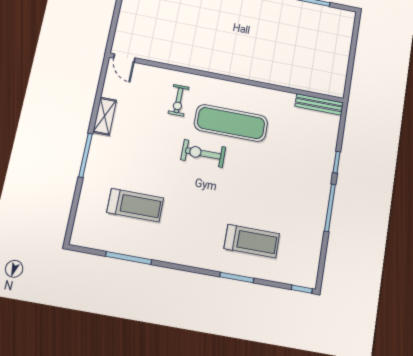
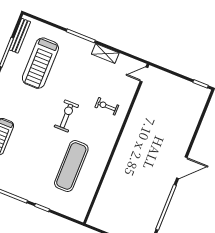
bench: (319, 104) -> (20, 36), moved
exercise mat: (231, 123) -> (71, 166), moved
treadmill: (135, 205) -> (40, 63), width x1.37, depth x1.38

